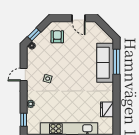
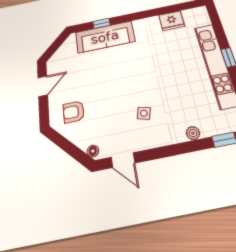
window: (34, 34) -> (73, 151), removed
window: (117, 62) -> (101, 23), width x0.46
door: (24, 74) -> (123, 160), moved

